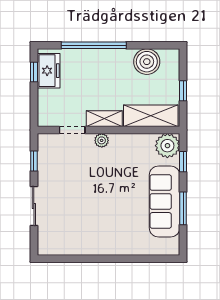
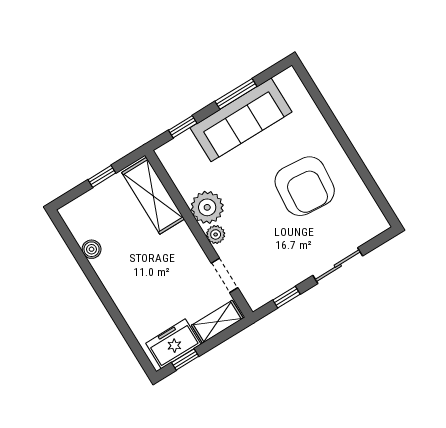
window: (94, 45) -> (113, 310), removed
boiler: (147, 62) -> (92, 249), width x0.54, depth x0.54
shelving: (104, 119) -> (217, 322), moved, turned 90
plant: (167, 146) -> (207, 207), moved
armchair: (97, 216) -> (305, 186), added

